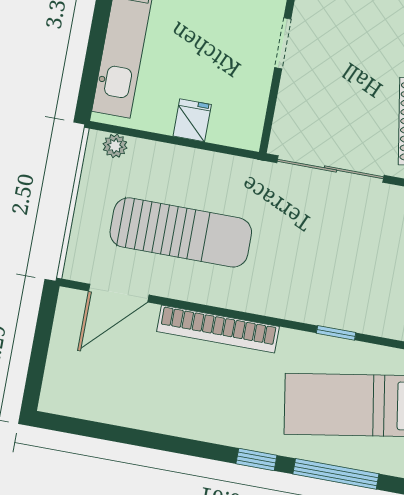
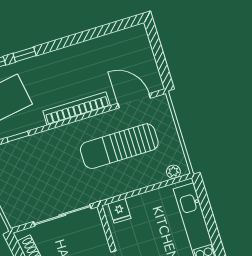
fridge: (192, 120) -> (120, 211), moved
door: (119, 293) -> (134, 101), hinge flipped

